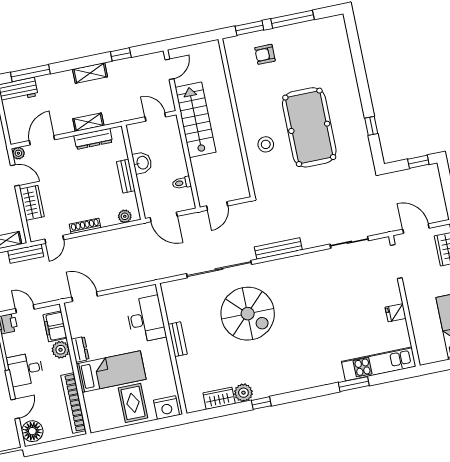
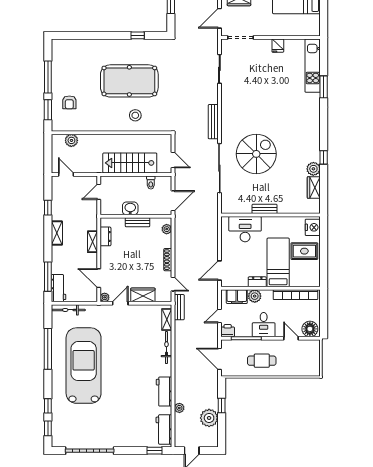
plant: (216, 67) -> (71, 140), added
stairs: (196, 120) -> (130, 163), moved
dresser: (93, 139) -> (105, 236), width x0.70

